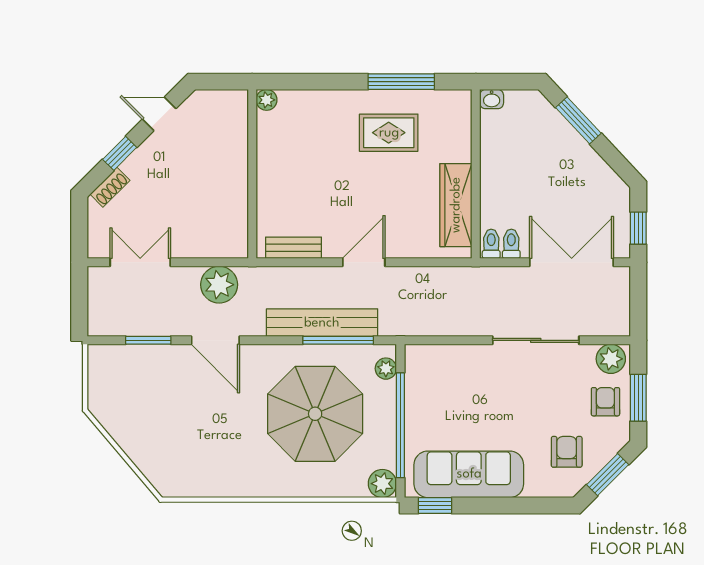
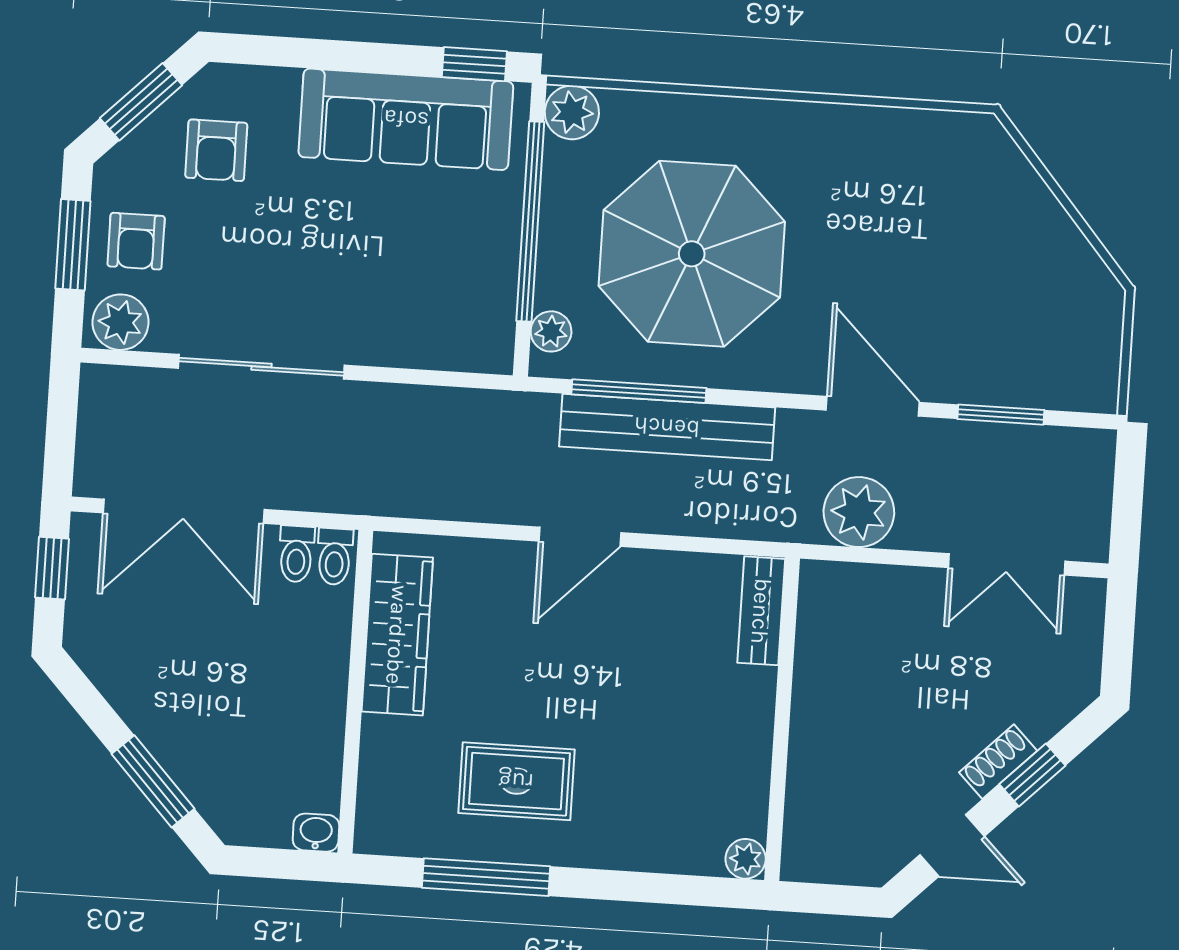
shoe rack: (110, 187) -> (998, 762), moved
bench: (293, 248) -> (761, 611), moved, turned 90

